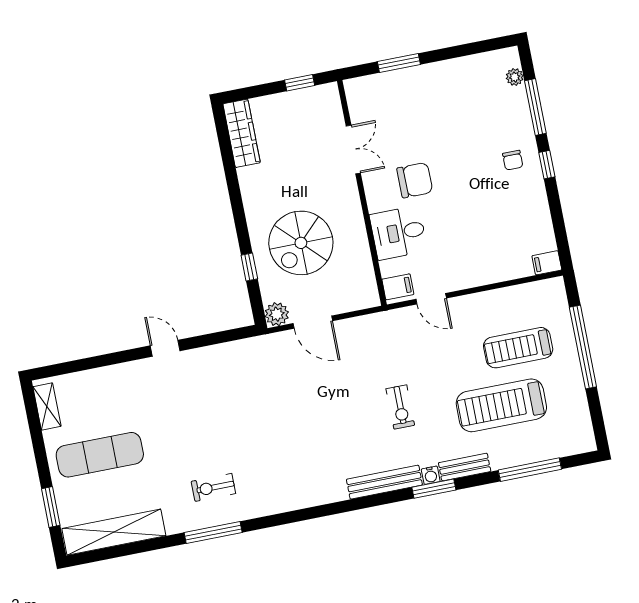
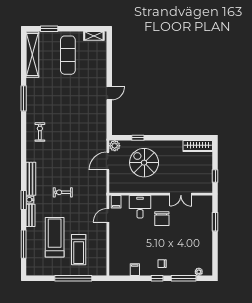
filing cabinet: (547, 263) -> (135, 270), moved
treadmill: (518, 348) -> (79, 250), turned 180
exercise bike: (213, 487) -> (40, 132), moved

